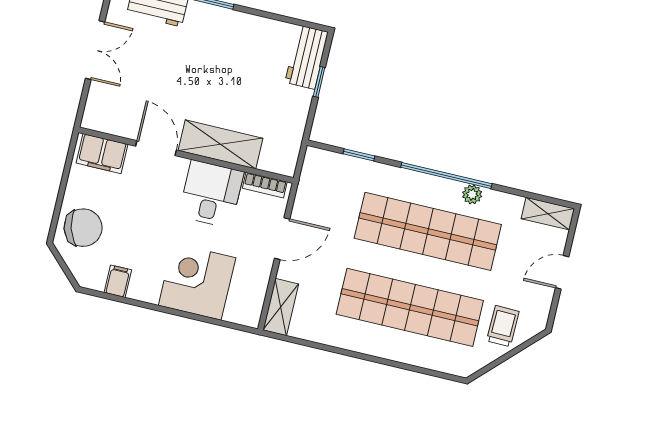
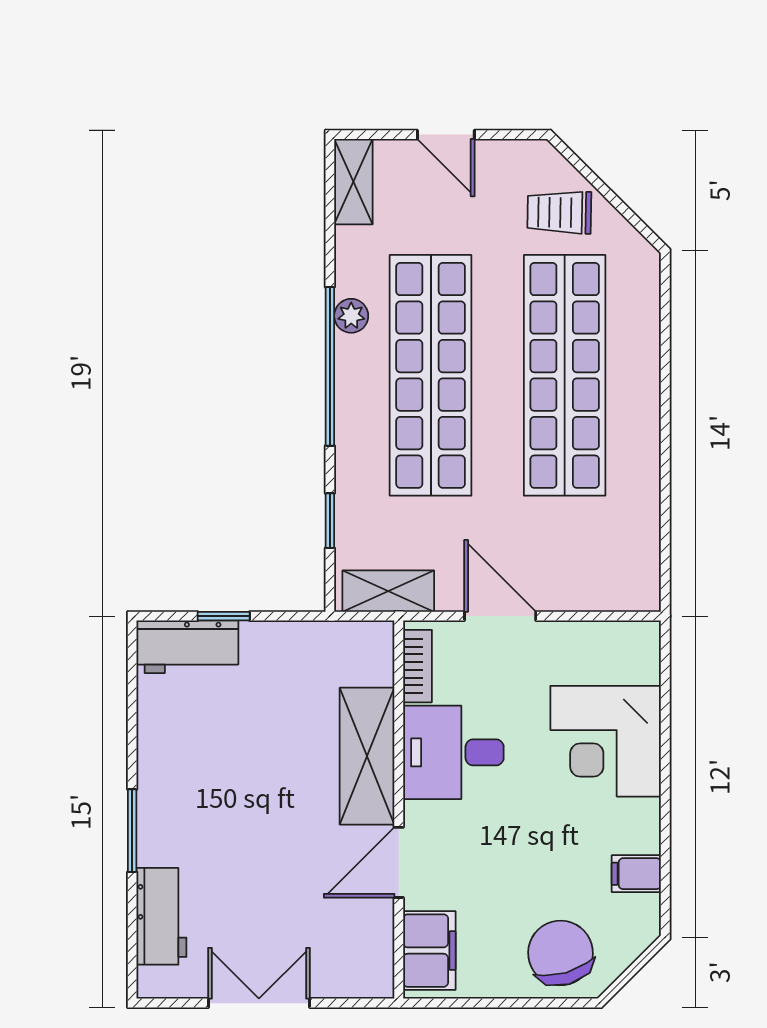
shelving: (281, 307) -> (388, 591), moved

